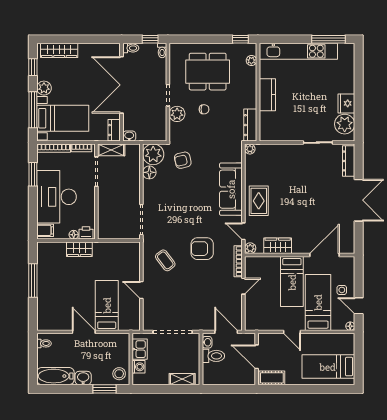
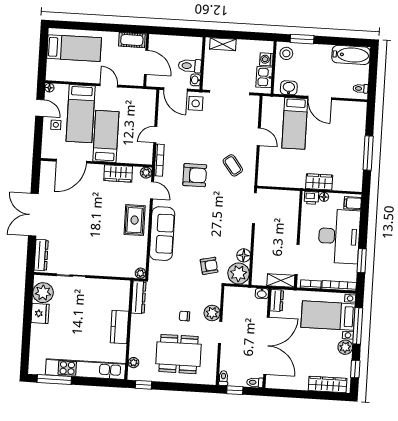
side table: (205, 319) -> (196, 103), added
washbasin: (83, 378) -> (289, 88), moved, turned 180

